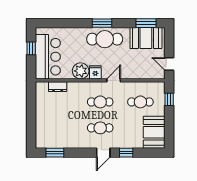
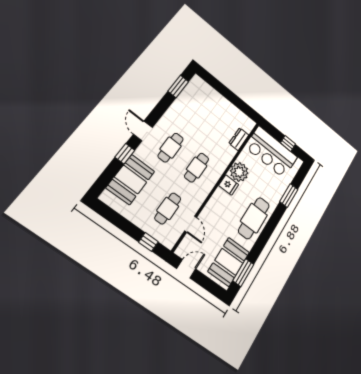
window: (102, 23) -> (289, 195), moved
door: (114, 80) -> (191, 224), moved
booth: (154, 132) -> (131, 180), moved, turned 90

